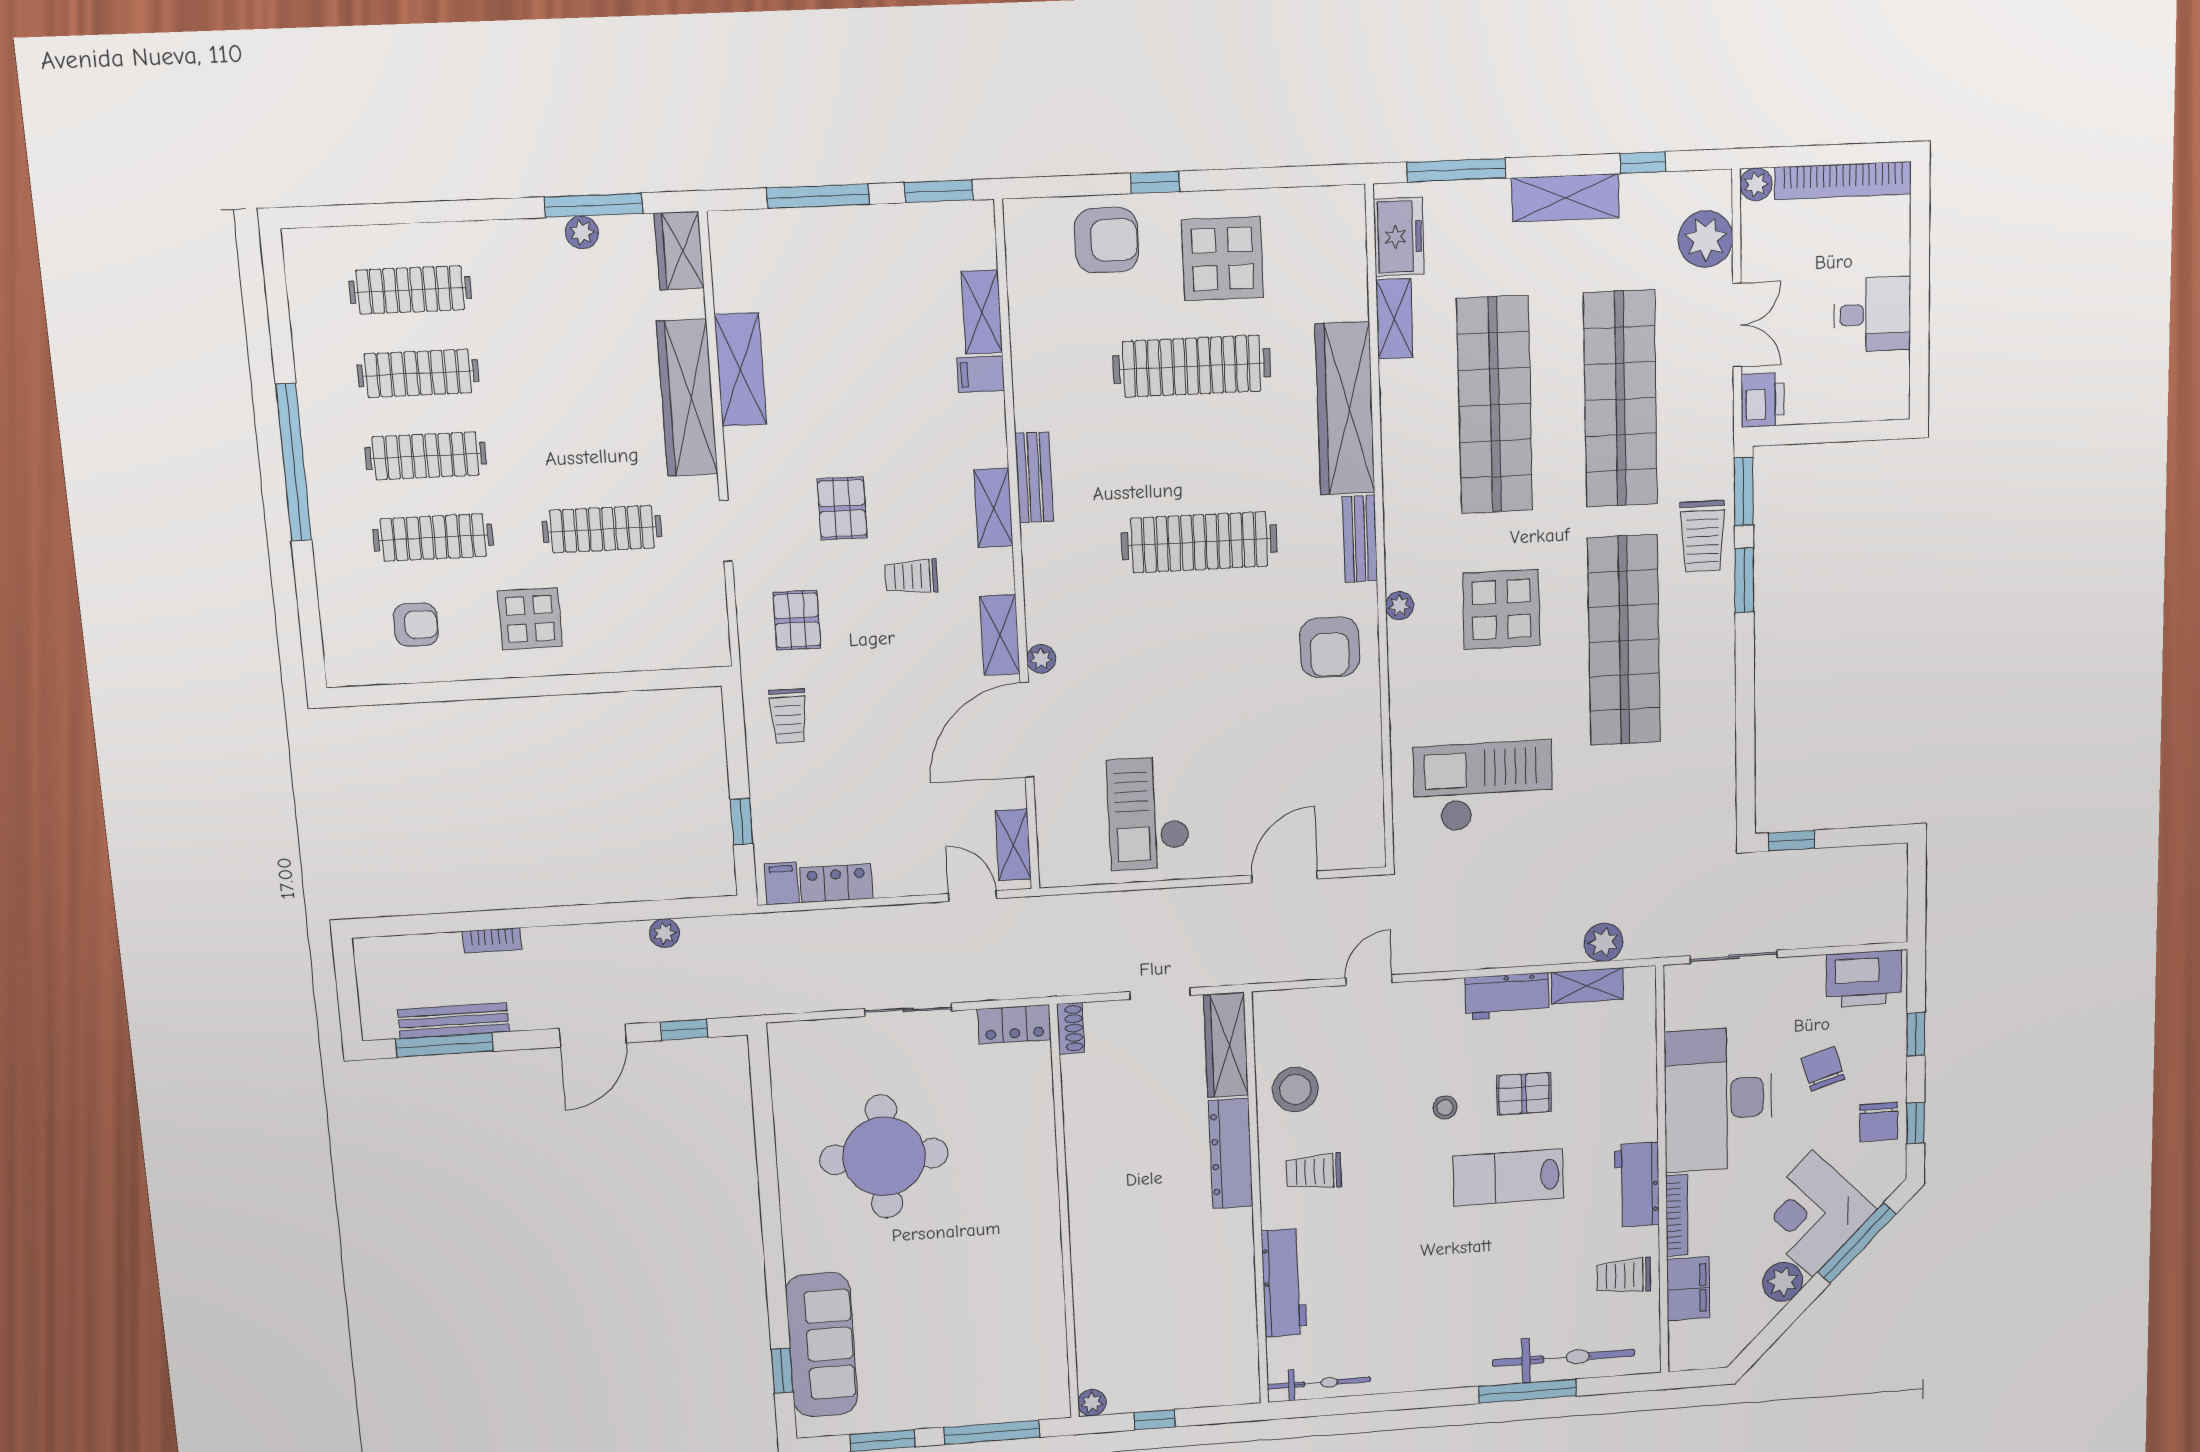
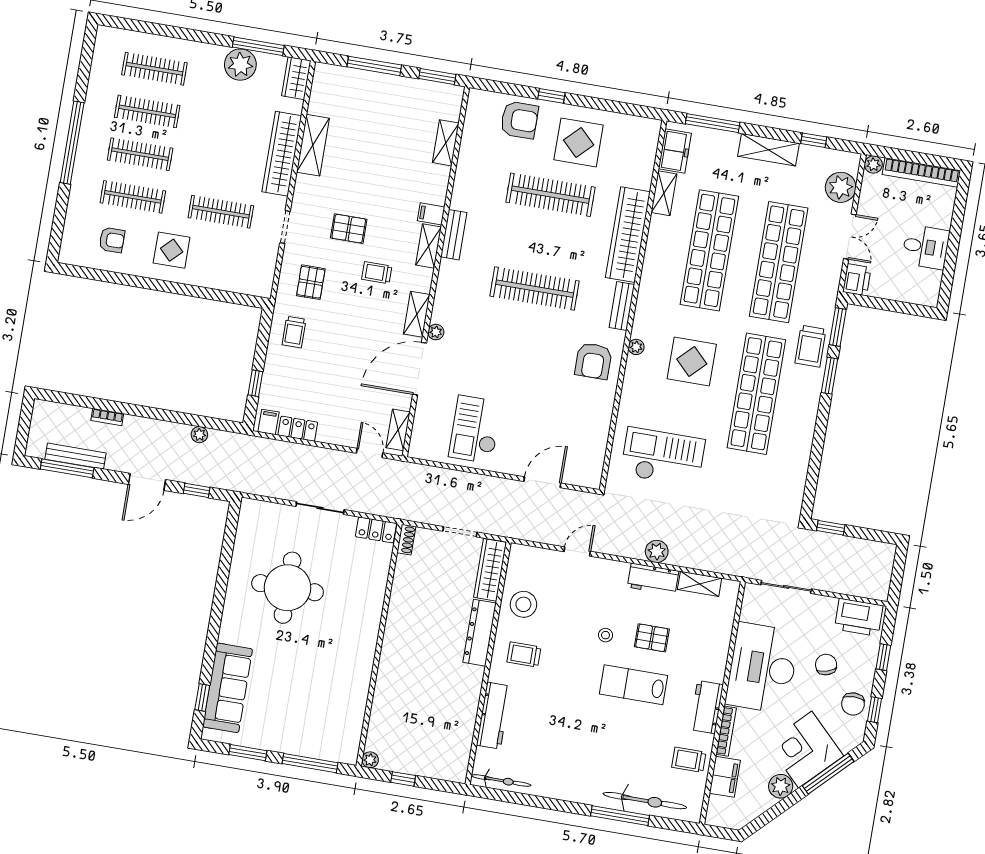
plant: (582, 232) -> (240, 65), width x1.87, depth x1.87
filing cabinet: (981, 374) -> (431, 214), moved
pallet: (842, 508) -> (349, 229), turned 90
plant: (1604, 942) -> (657, 551), moved

